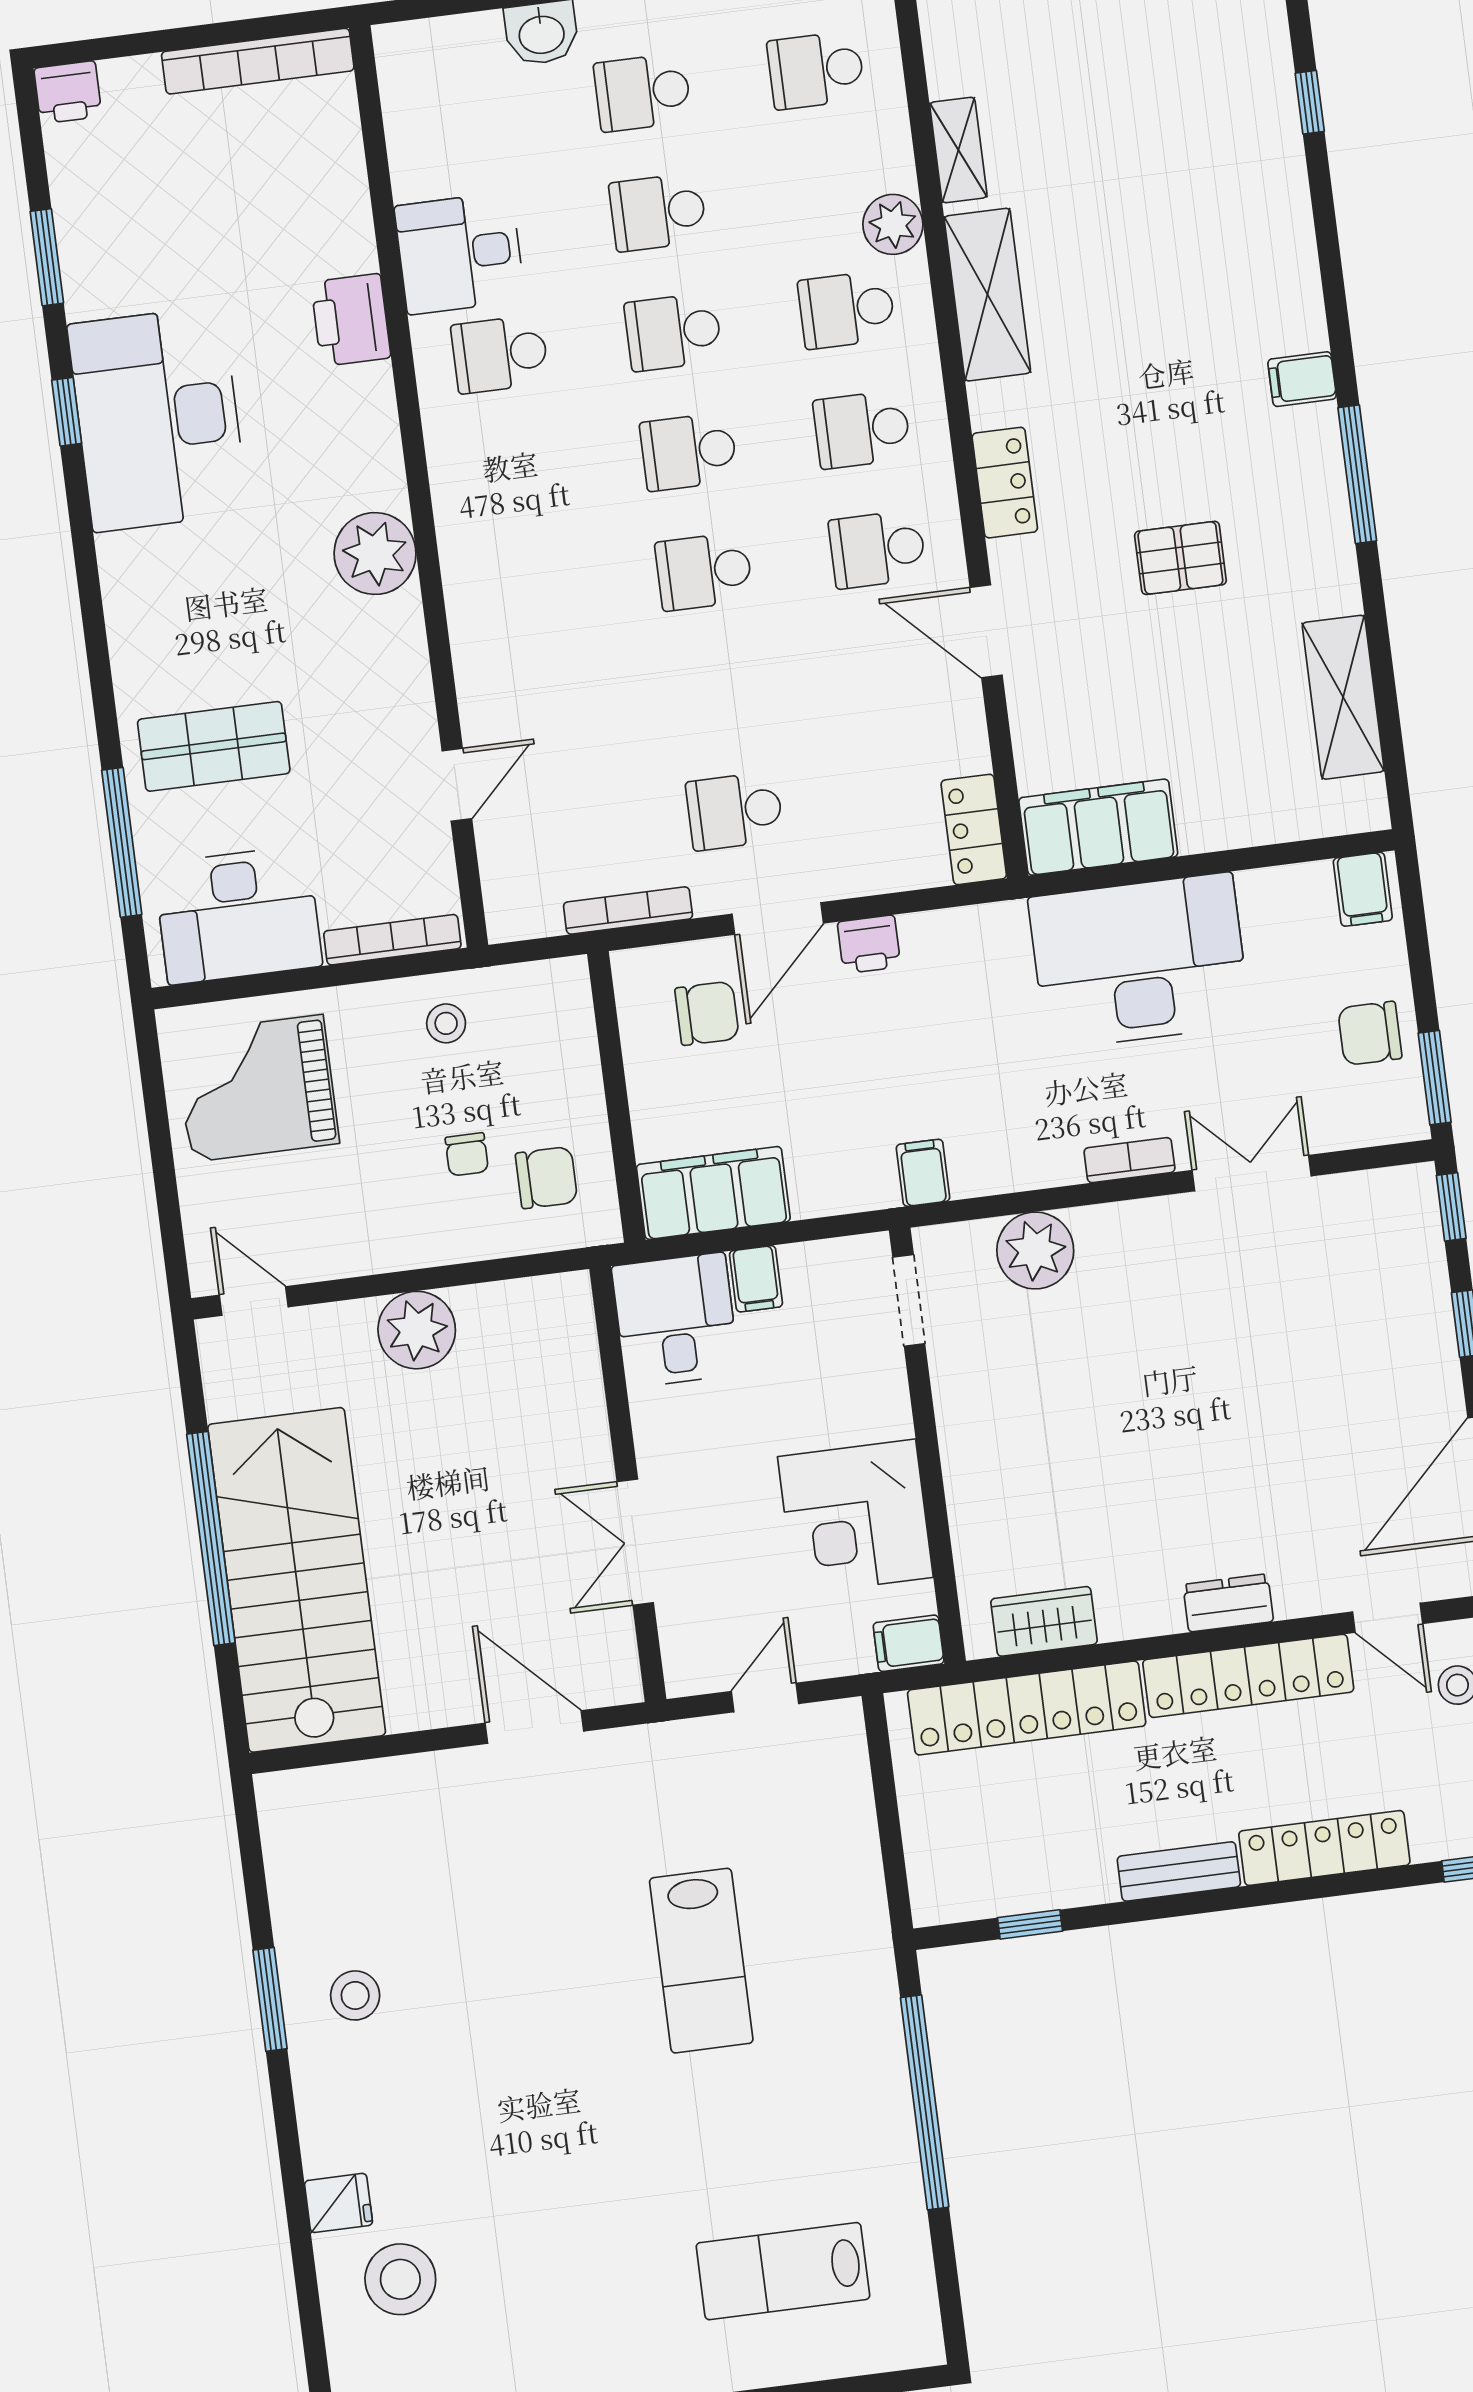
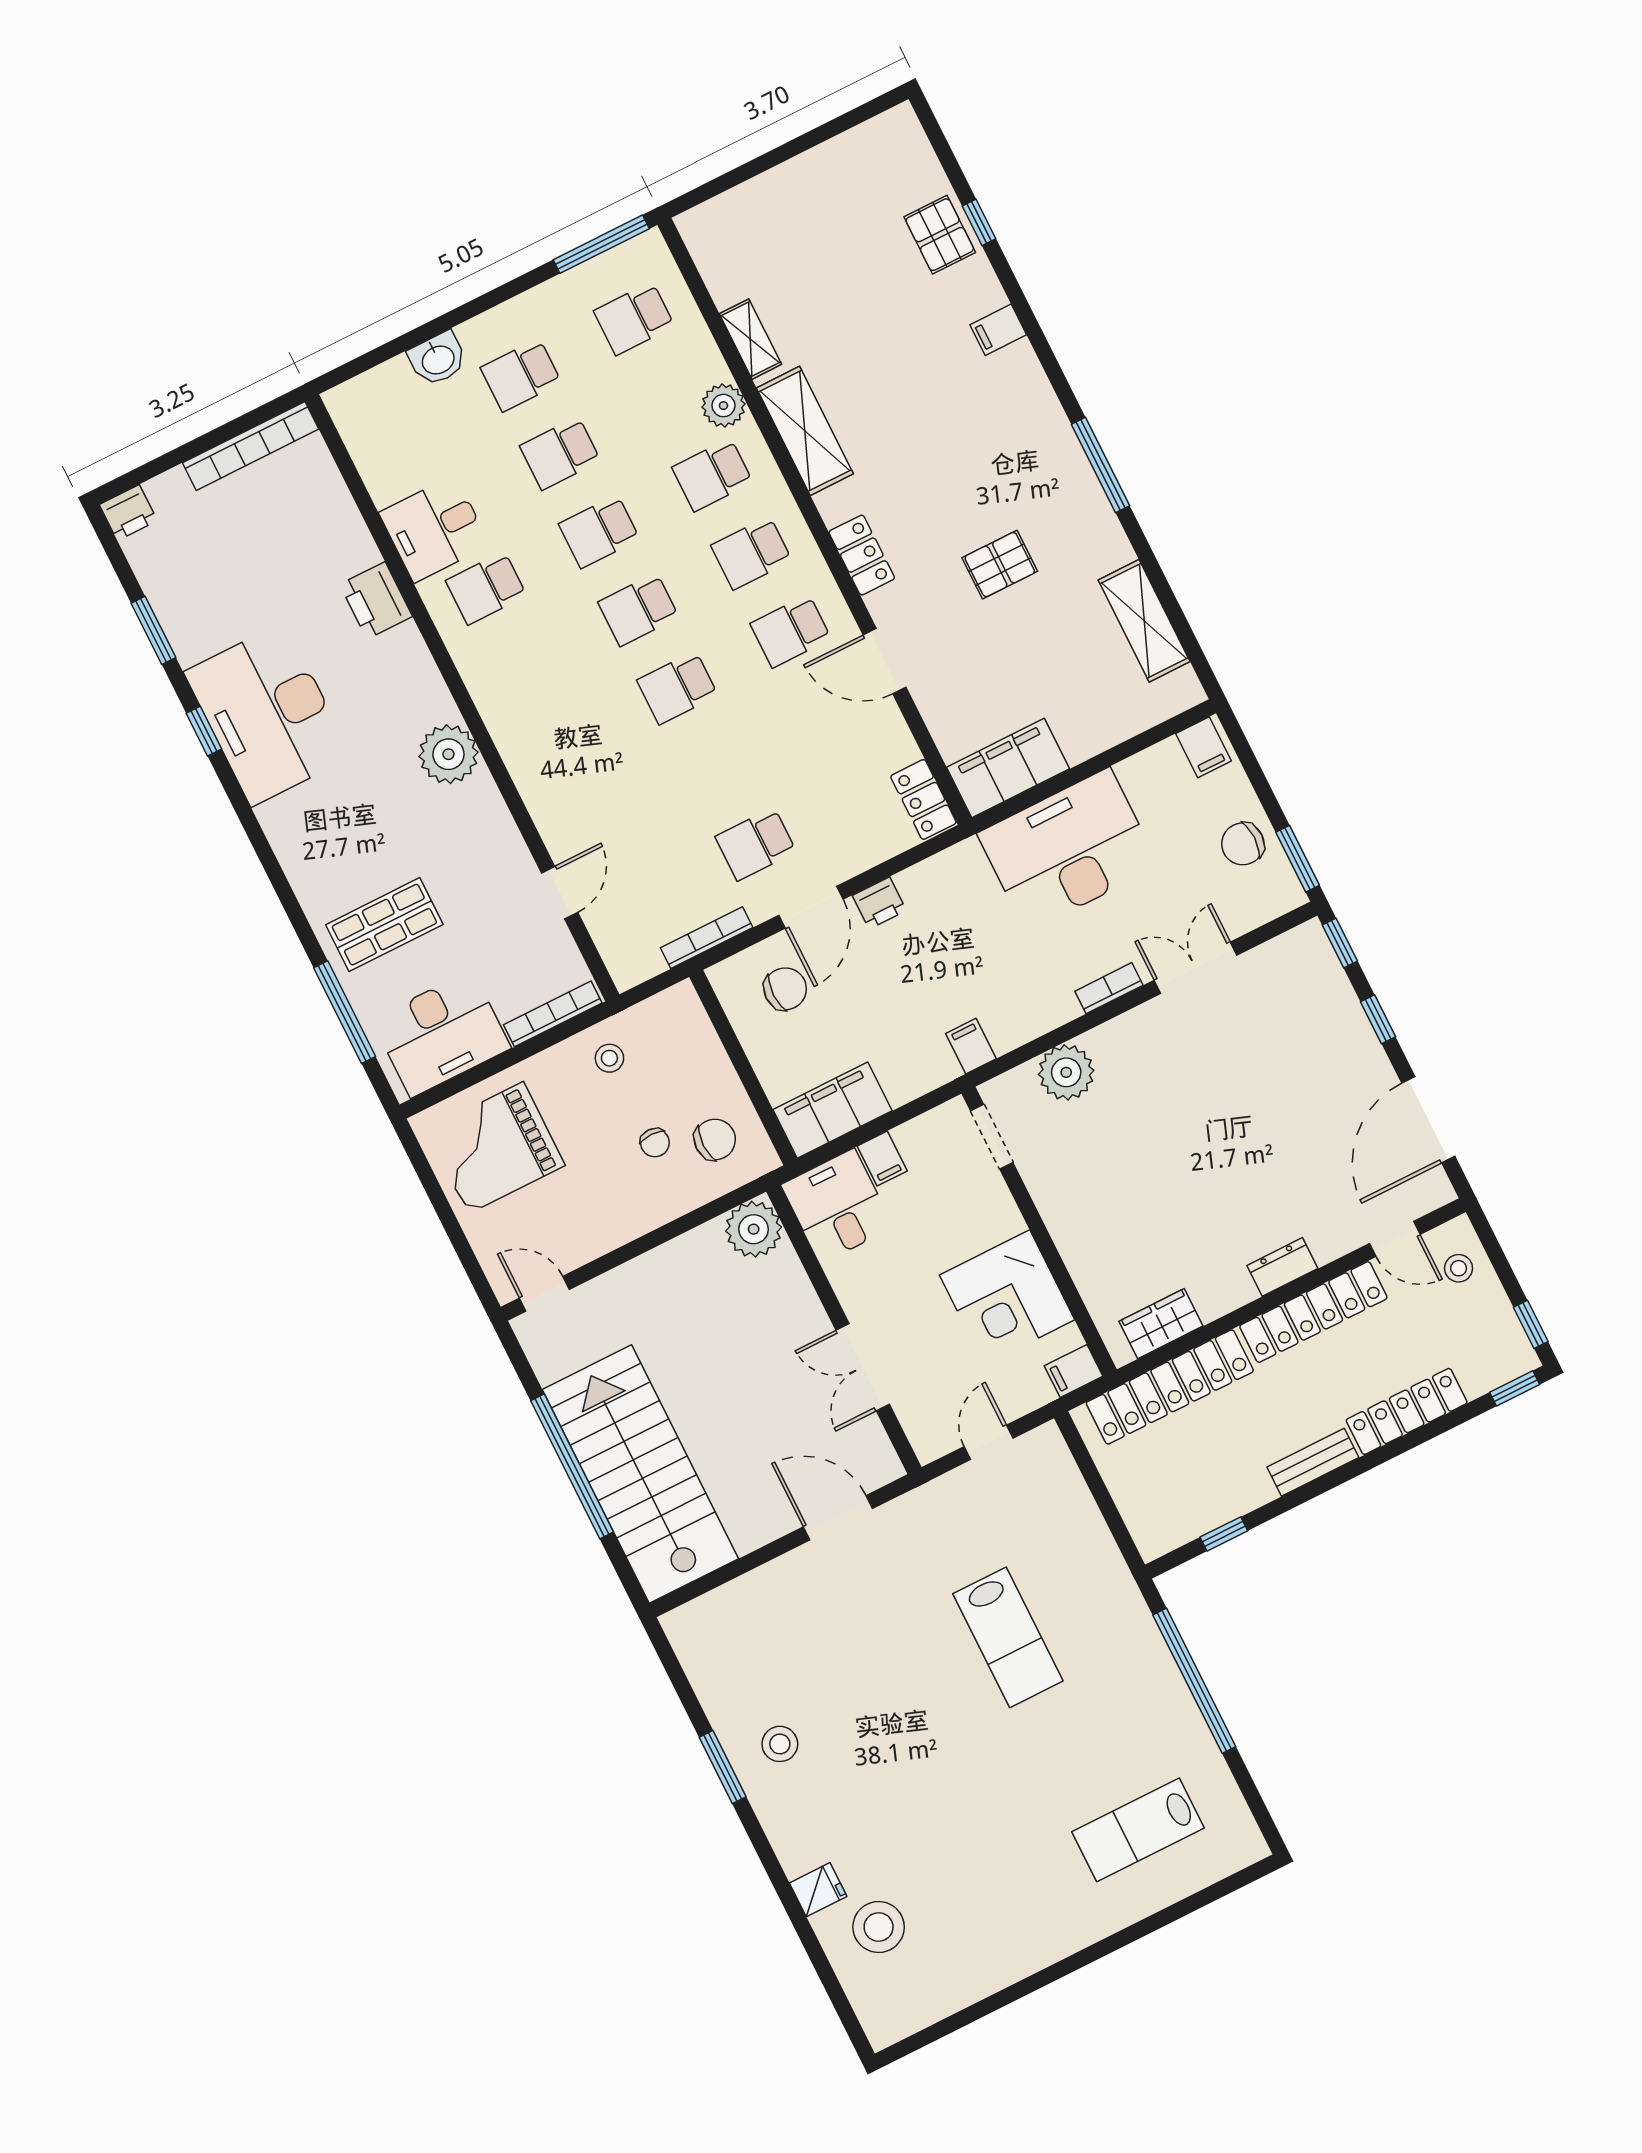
pallet: (1253, 100) -> (940, 235), added
filing cabinet: (1302, 379) -> (998, 330), moved
plant: (417, 1330) -> (754, 1229), moved

